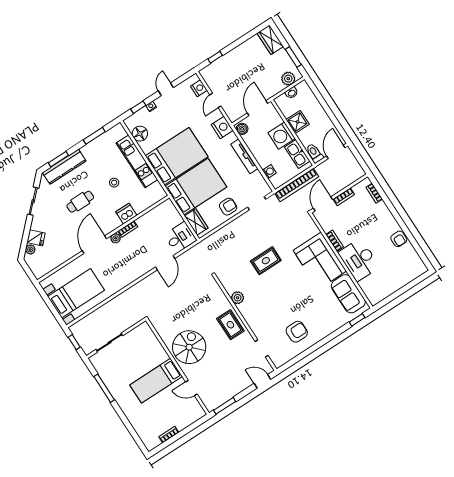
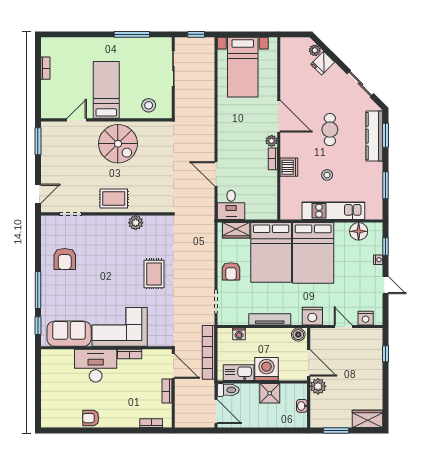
plant: (288, 79) -> (318, 386), moved
window: (331, 336) -> (38, 290), added
stool: (147, 343) -> (149, 105), added

